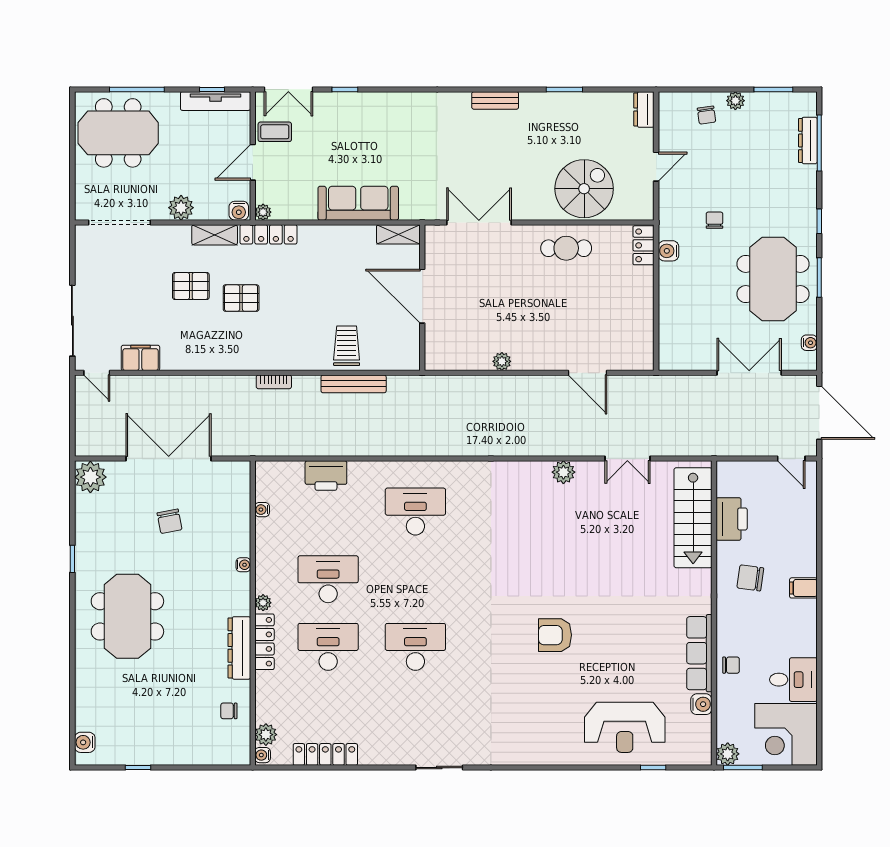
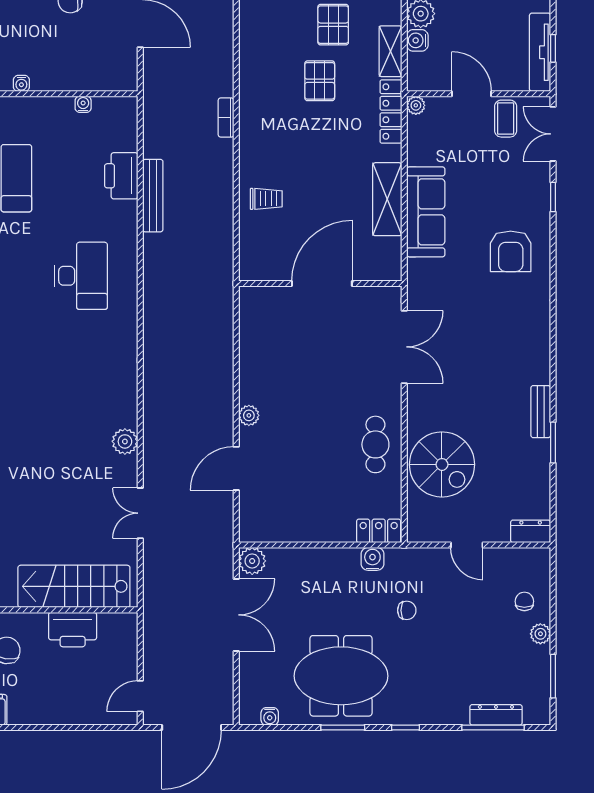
bench: (495, 100) -> (541, 412), moved
chair: (707, 115) -> (524, 601), turned 98
armchair: (393, 127) -> (511, 251), added
water cooler: (239, 211) -> (417, 40), moved
shelving: (398, 234) -> (387, 199), moved, width x1.50, depth x1.33
trolley: (347, 346) -> (266, 199), width x0.73, depth x0.72
plant: (670, 358) -> (252, 561), added
plant: (502, 361) -> (249, 415), moved
double door: (749, 373) -> (236, 615), moved
bench: (354, 384) -> (153, 196), moved

